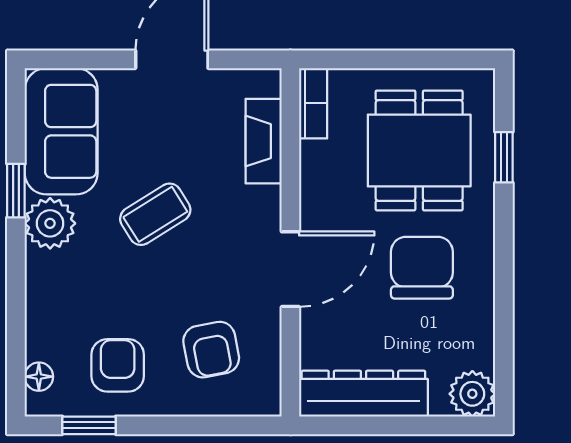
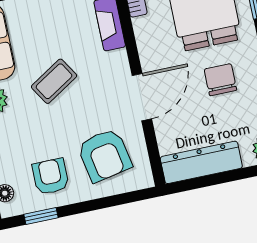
chair: (422, 268) -> (220, 80), width x0.73, depth x0.73
armchair: (211, 350) -> (105, 155), width x1.38, depth x1.38

